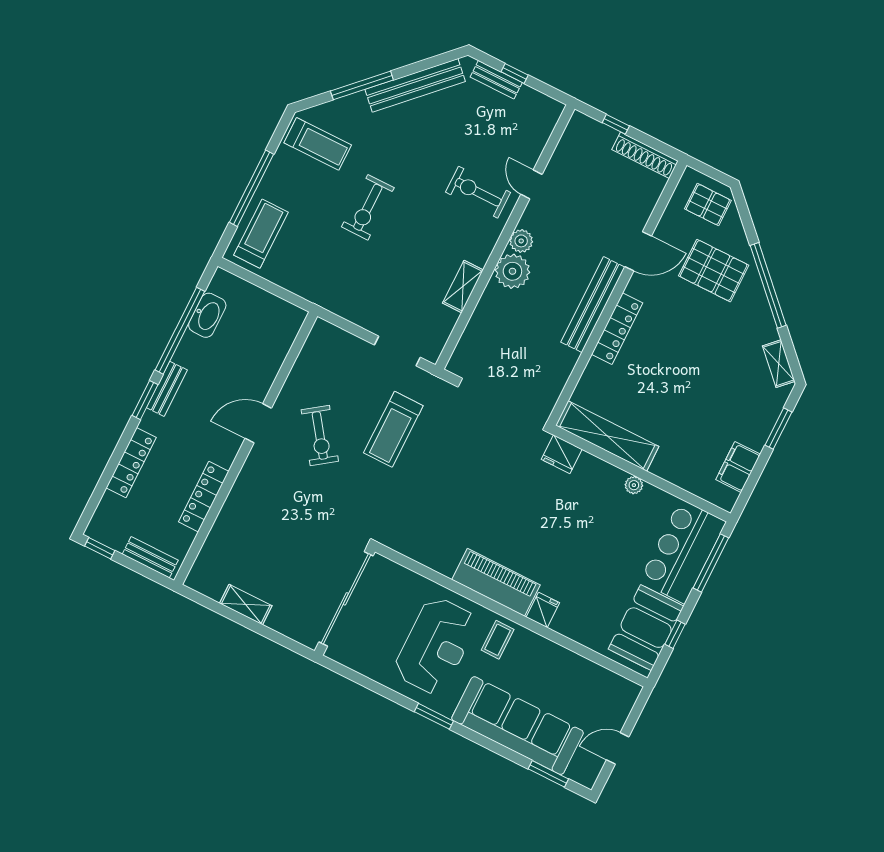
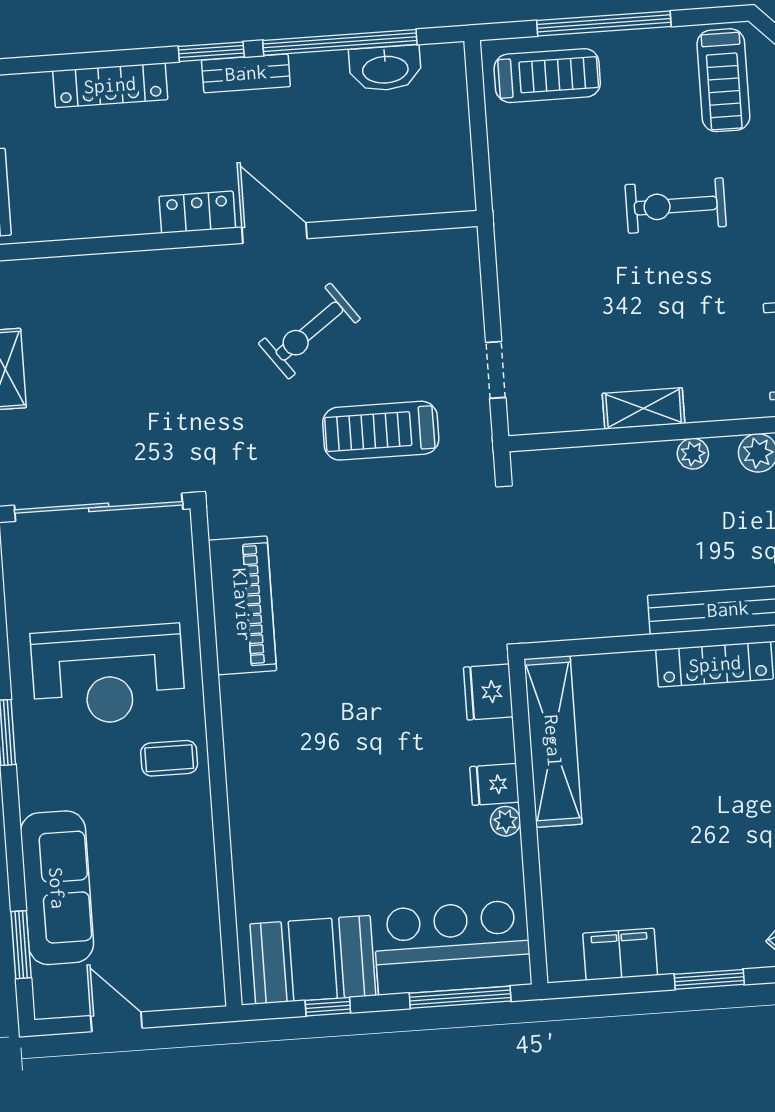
plant: (512, 271) -> (693, 454), width x0.53, depth x0.53
doorway: (397, 351) -> (496, 370), width x0.73
locker: (204, 497) -> (197, 212), moved, width x0.66
piano: (496, 582) -> (242, 605), moved
fridge: (543, 610) -> (494, 784), moved, turned 180
sofa: (518, 726) -> (57, 888), width x0.74, depth x0.79

